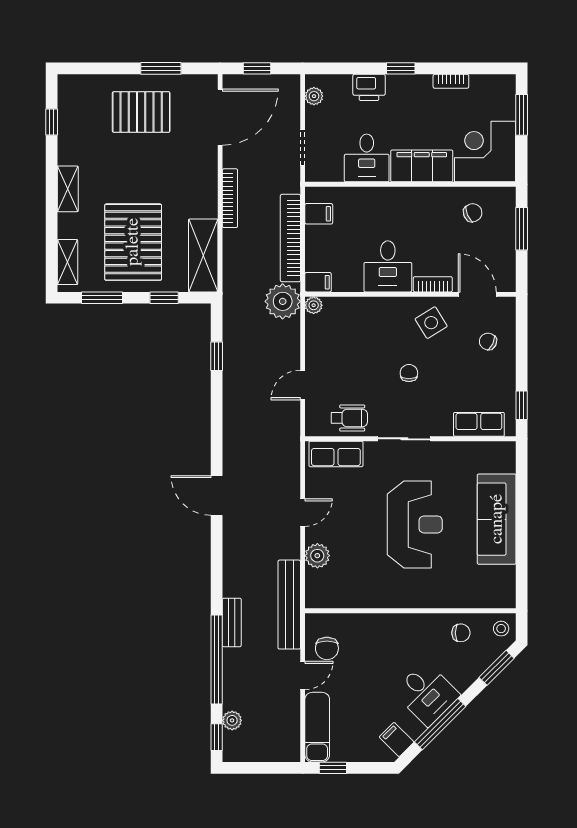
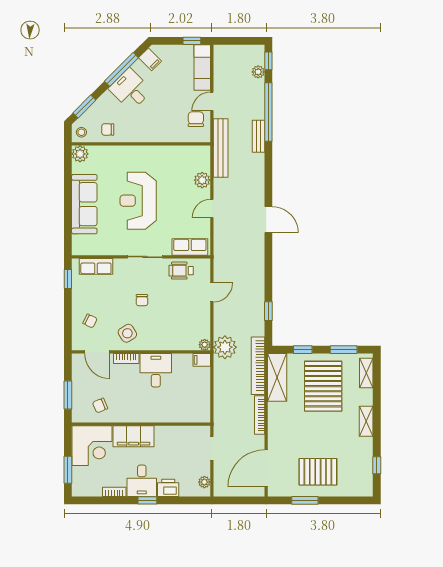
window: (257, 68) -> (242, 500), removed
desk: (367, 158) -> (142, 481), moved, turned 180
filing cabinet: (319, 214) -> (201, 405), removed
bookcase: (290, 238) -> (258, 366), moved, turned 180
plant: (503, 596) -> (80, 154), added

